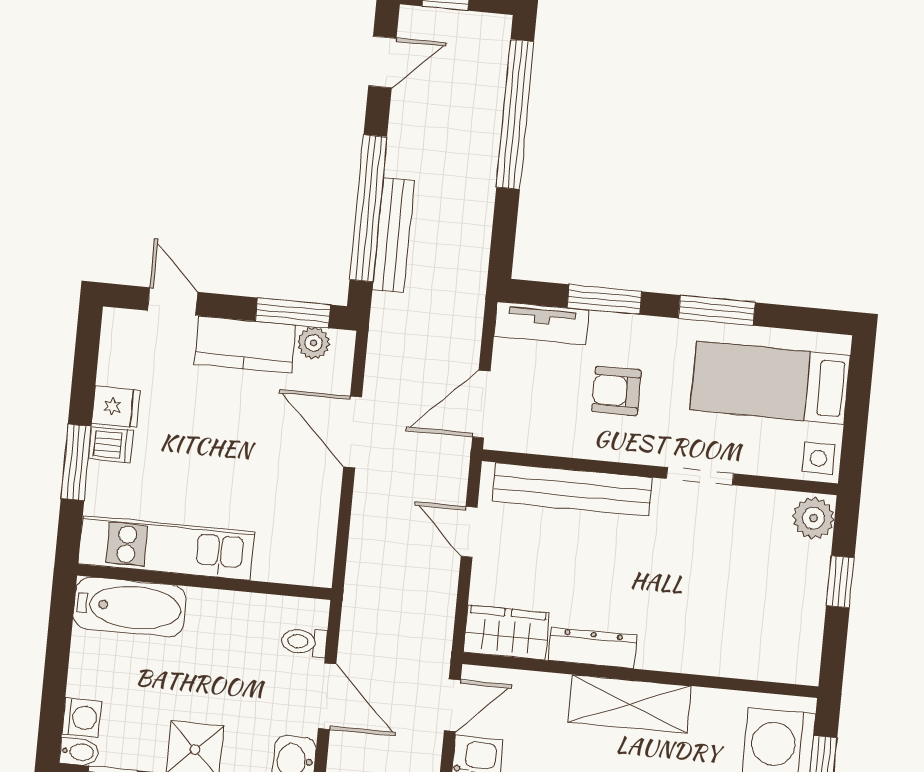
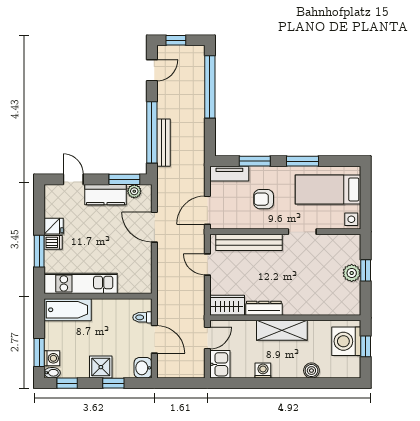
plant: (814, 518) -> (352, 273), moved
window: (53, 701) -> (39, 352), added

